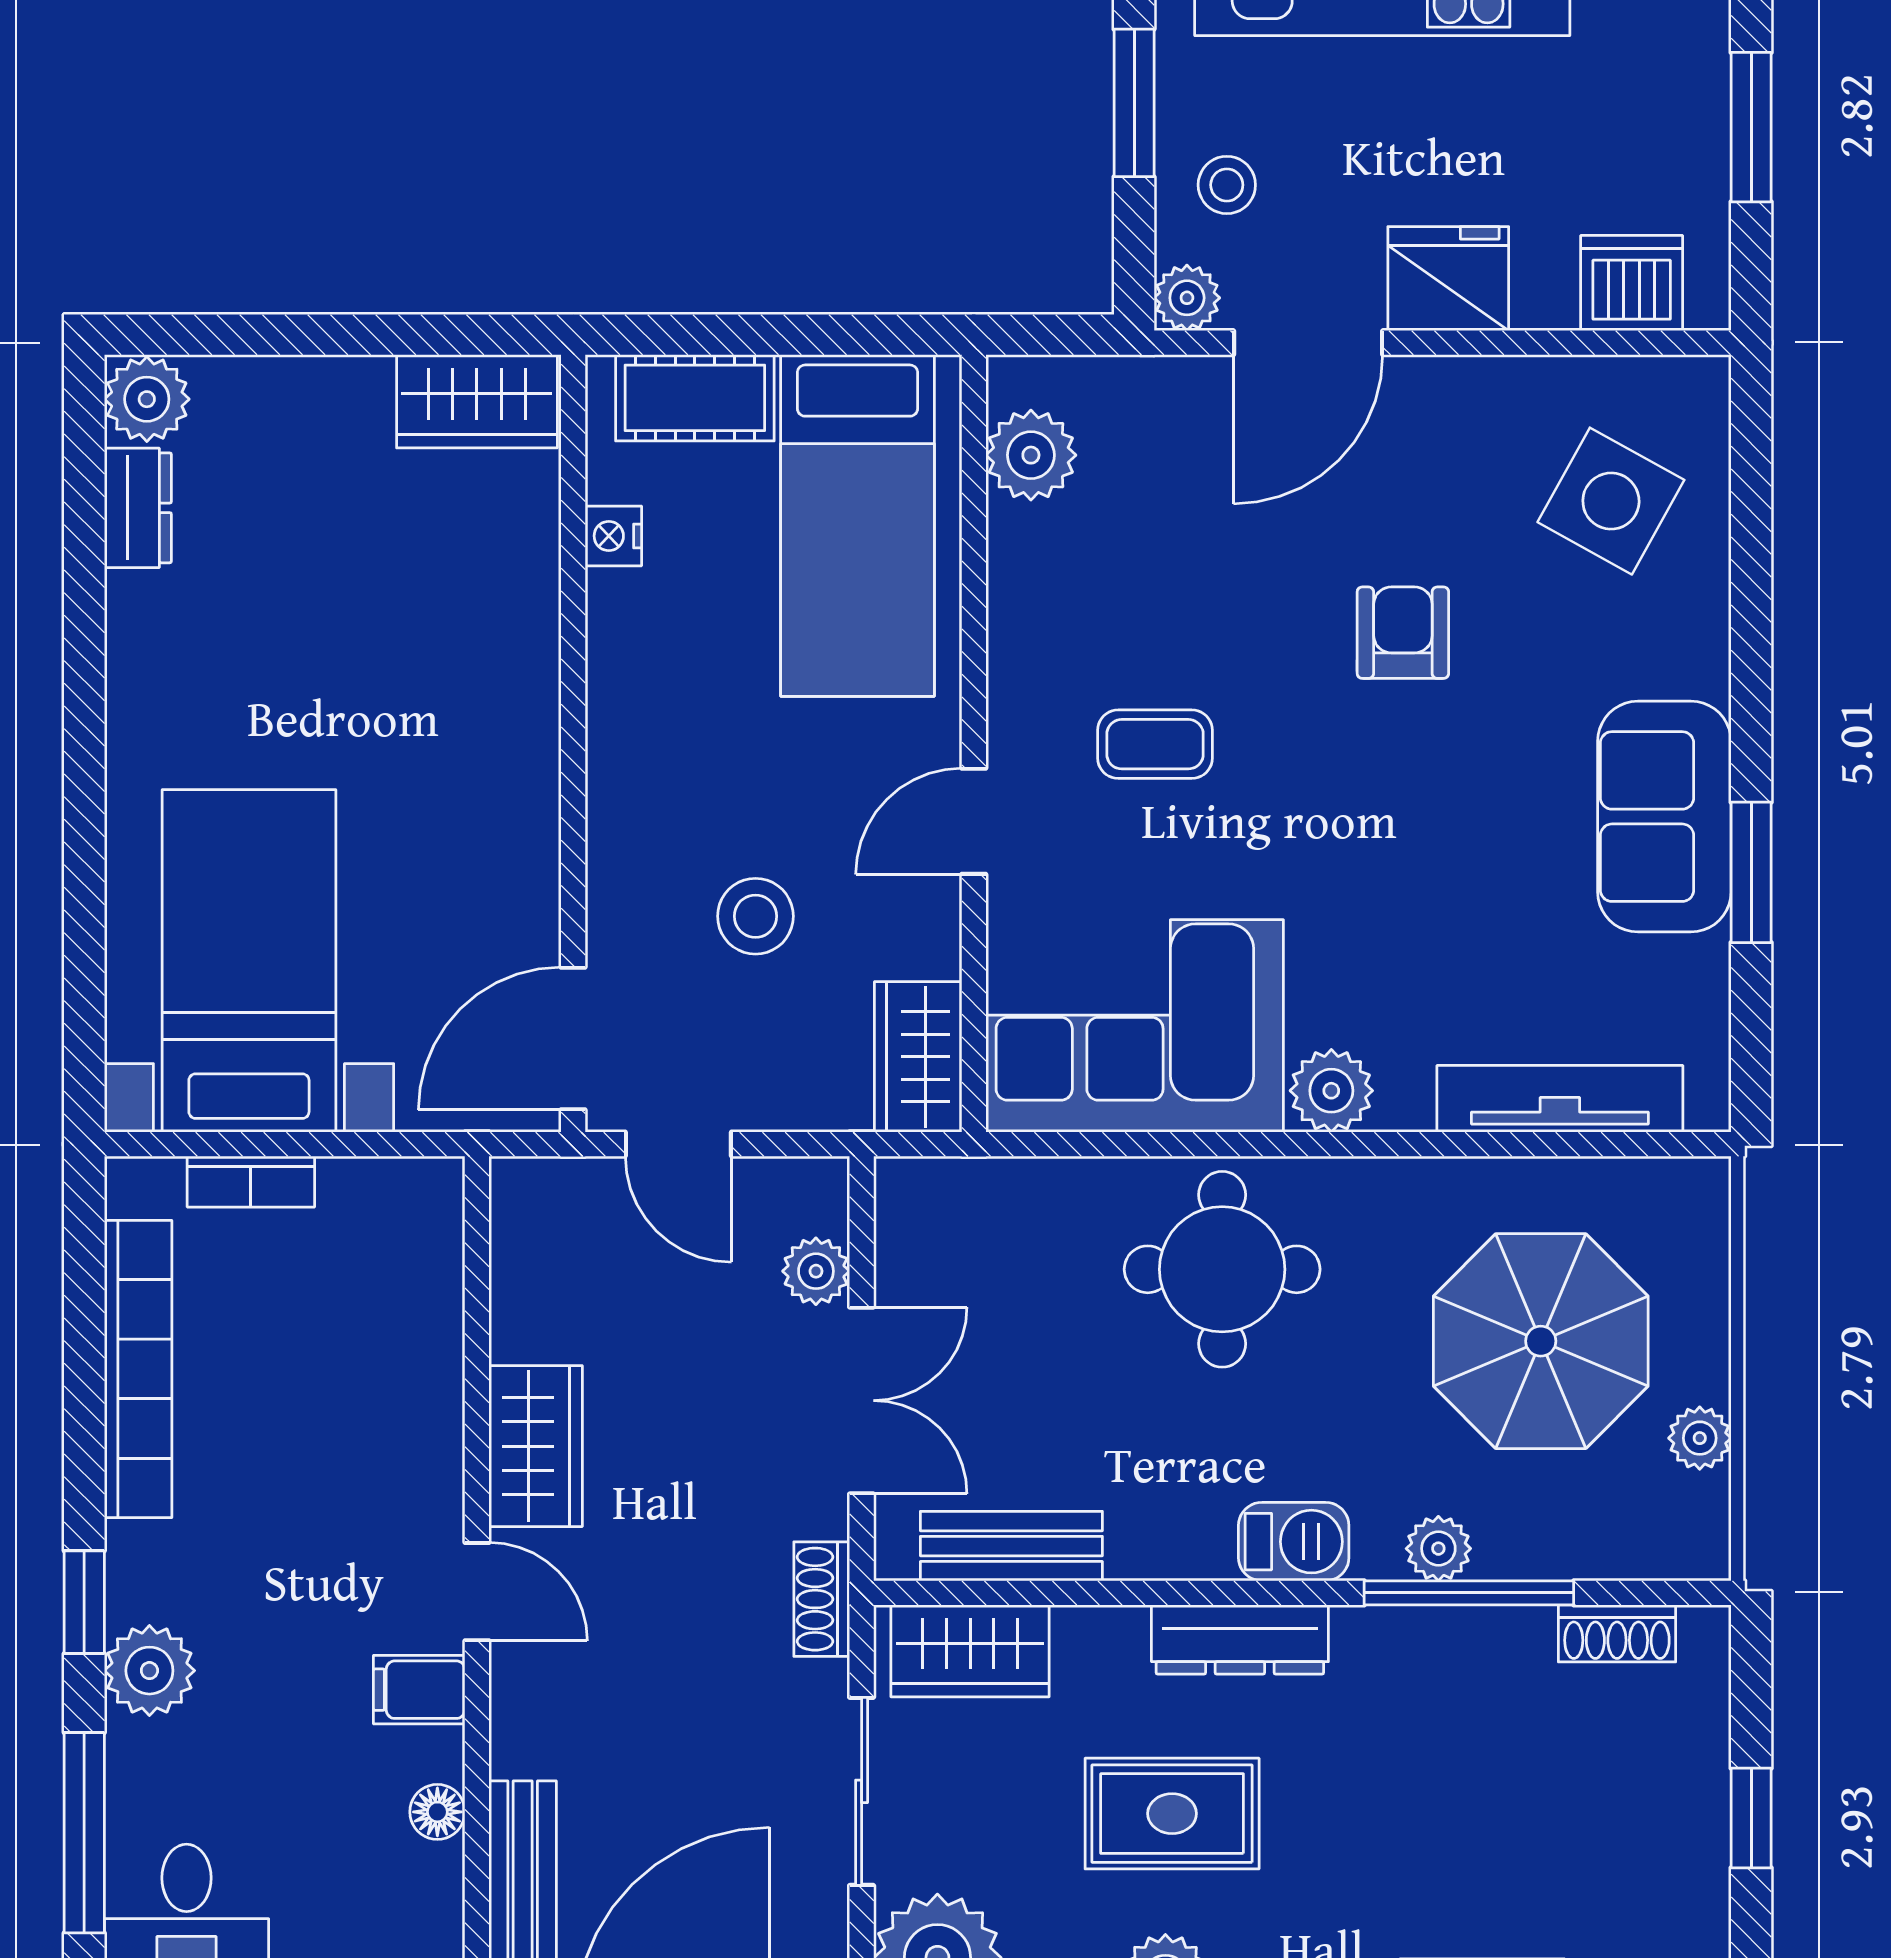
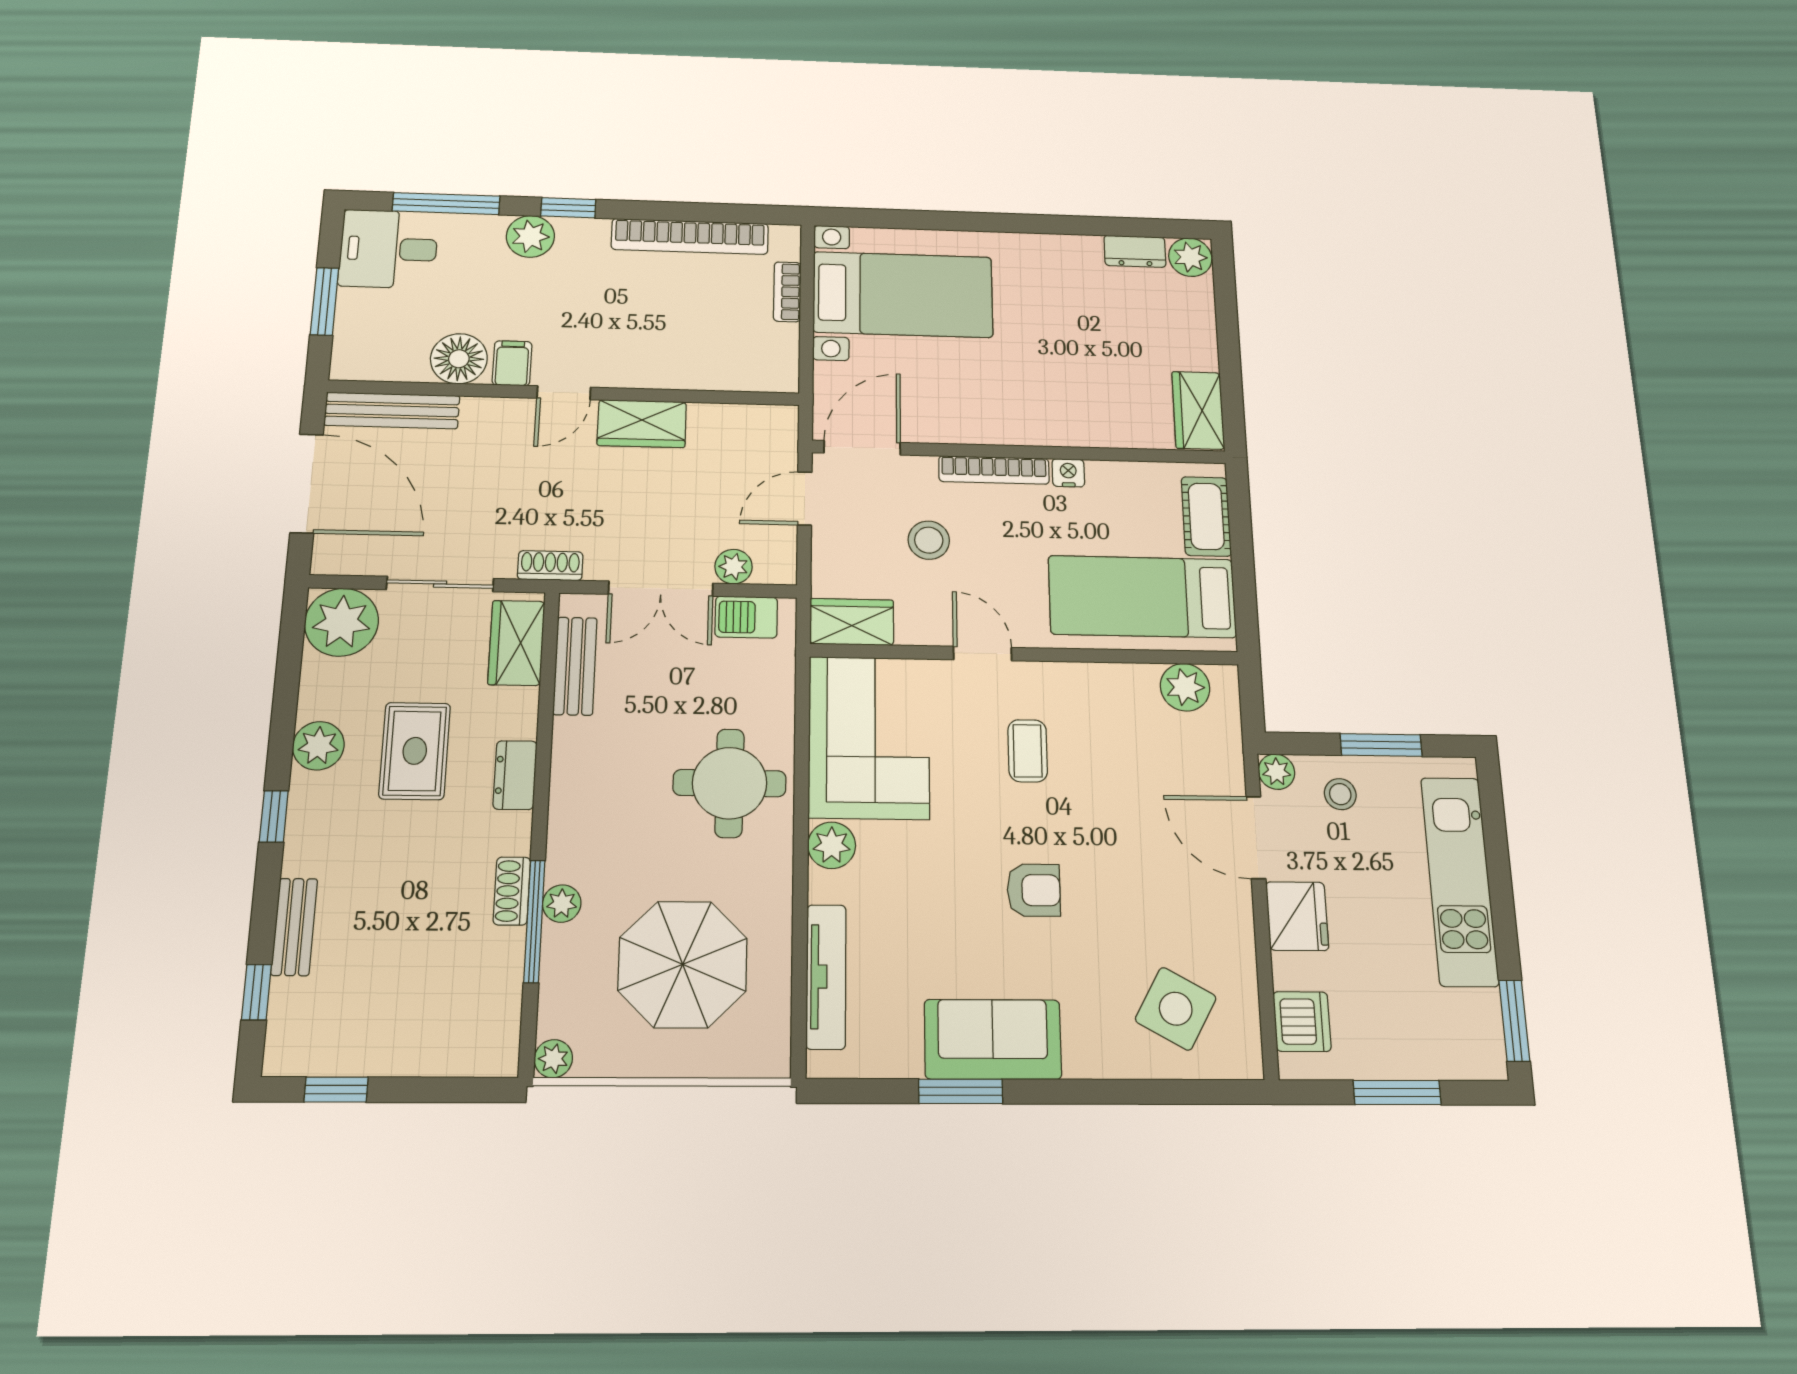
nightstand: (613, 536) -> (1068, 473), moved
armchair: (1403, 633) -> (1034, 890), moved
bookcase: (611, 793) -> (994, 470), added
door: (573, 1039) -> (862, 448), hinge flipped
plant: (1700, 1438) -> (553, 1059), moved
barbecue: (1294, 1542) -> (746, 617), moved, turned 90
shoe rack: (1617, 1633) -> (512, 891), moved
dresser: (1240, 1640) -> (515, 775), width x0.70
floor lamp: (437, 1812) -> (459, 359), width x1.89, depth x1.89
window: (1751, 1818) -> (336, 1090), moved

